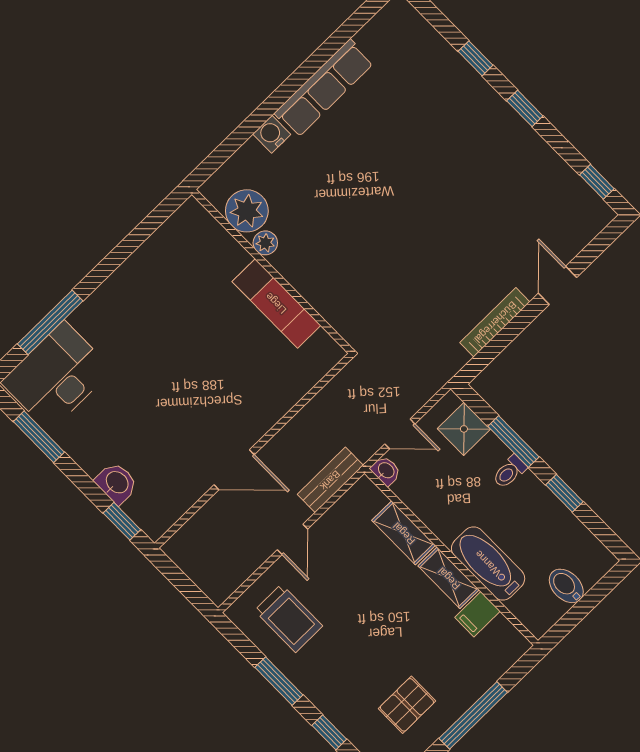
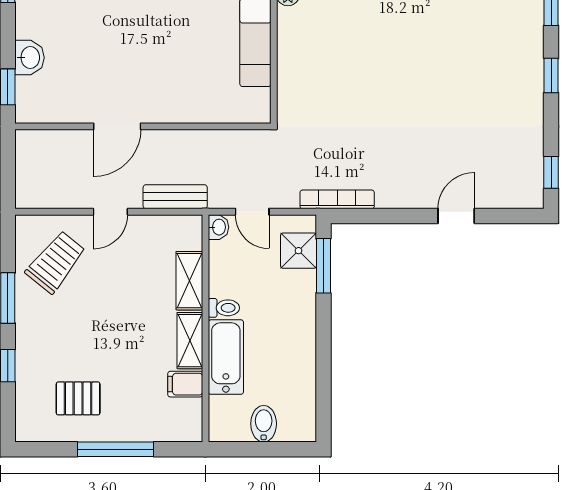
bookcase: (495, 322) -> (337, 199), moved
window: (514, 442) -> (323, 266), moved
door: (234, 470) -> (117, 126), hinge flipped
toilet: (510, 472) -> (224, 308), moved, turned 180
window: (564, 493) -> (323, 360), removed
trolley: (289, 618) -> (56, 262), turned -141

